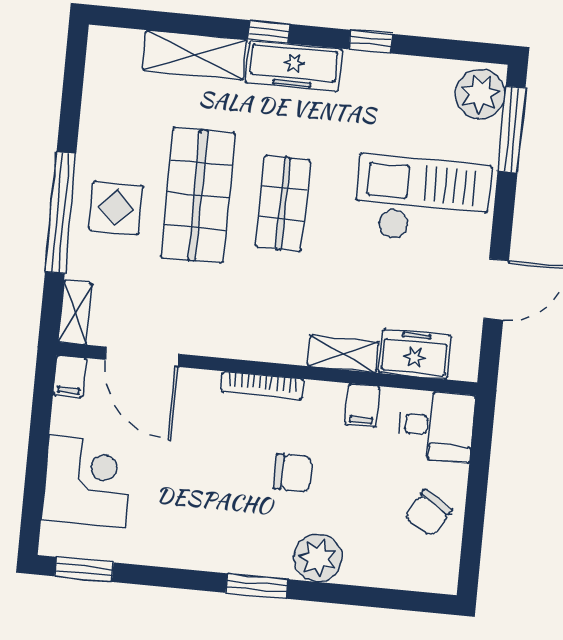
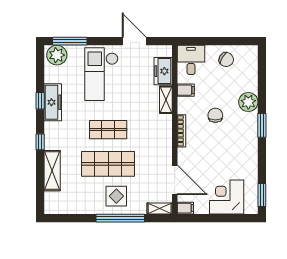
freezer: (294, 66) -> (53, 102), moved
door: (142, 357) -> (175, 180), hinge flipped

